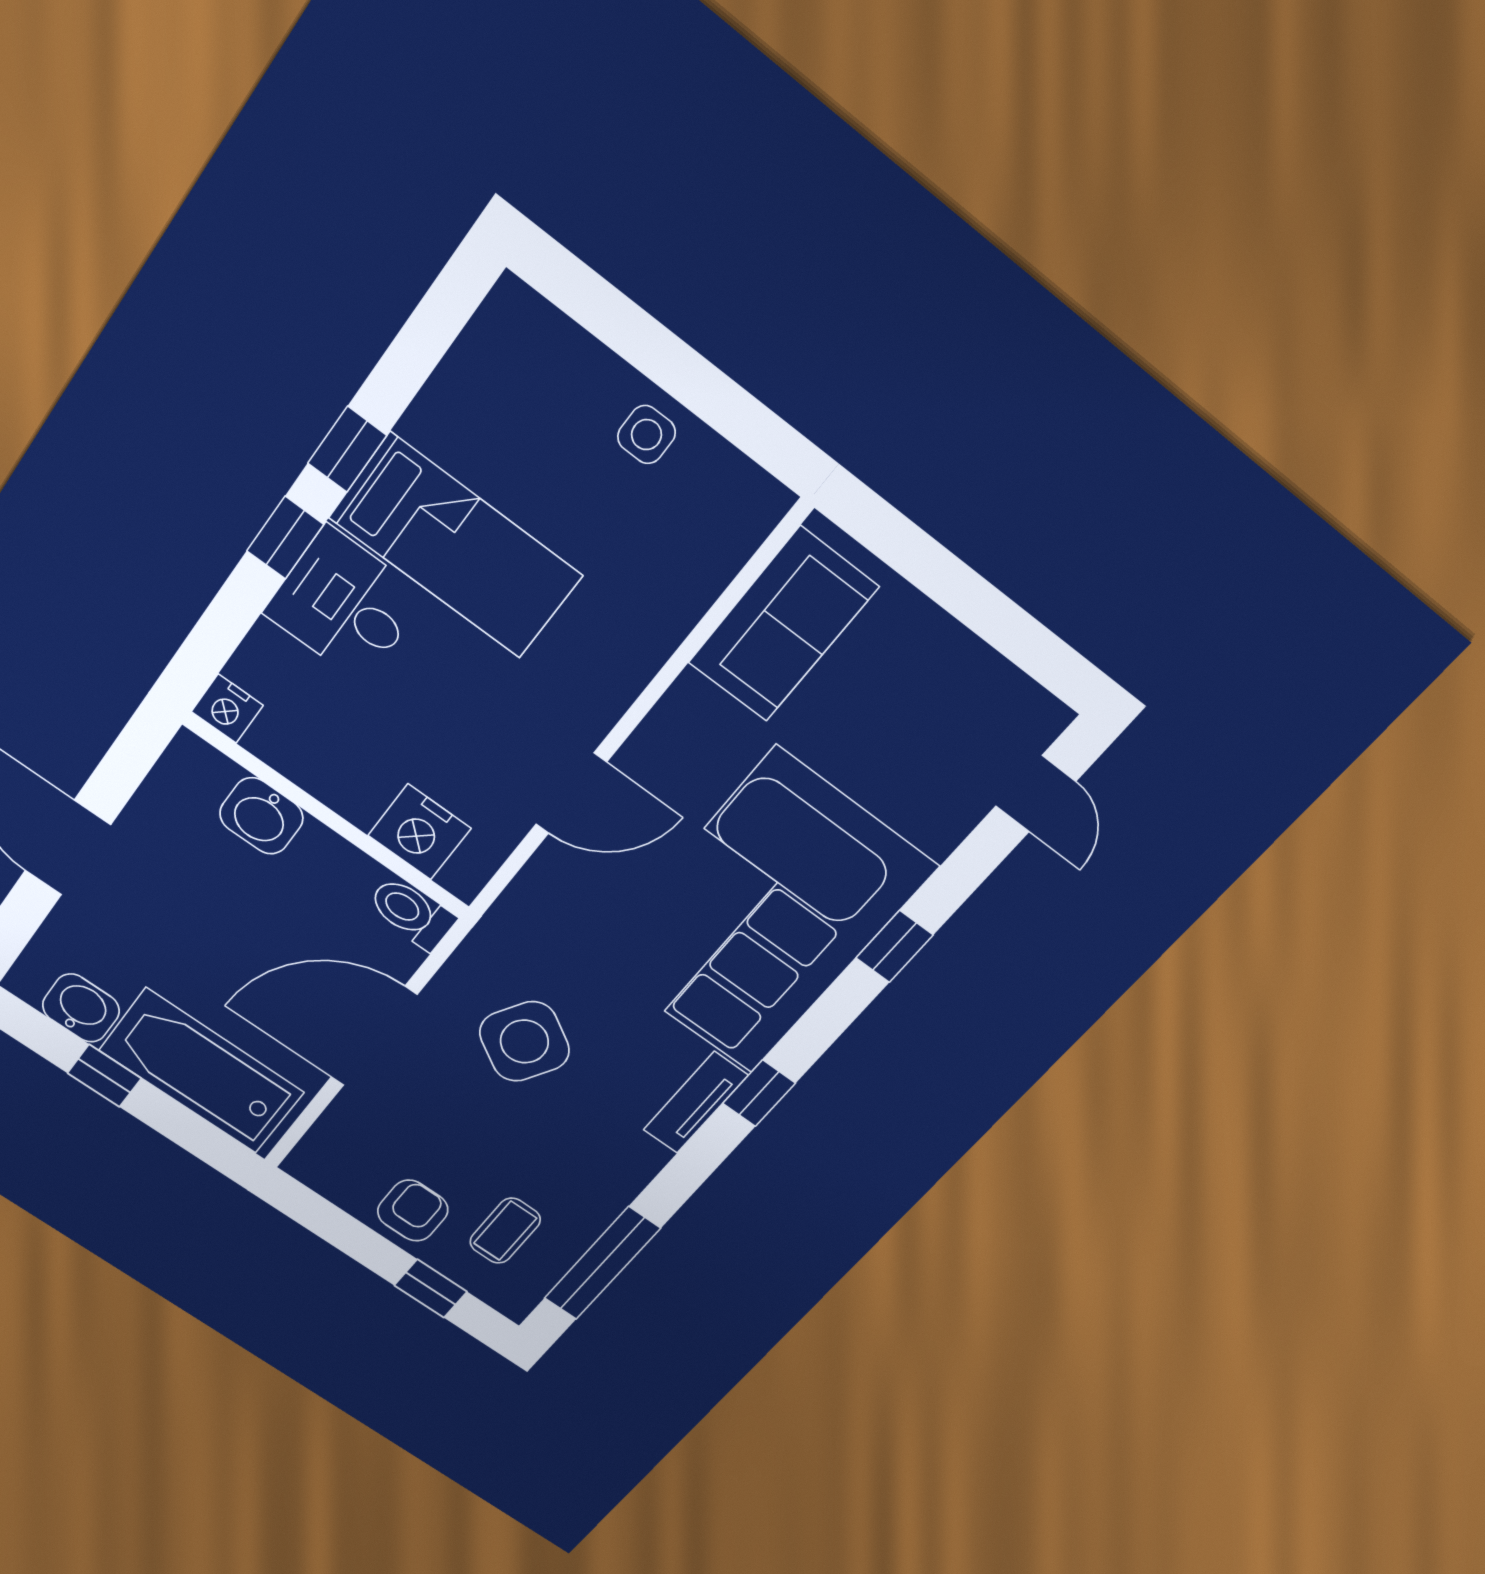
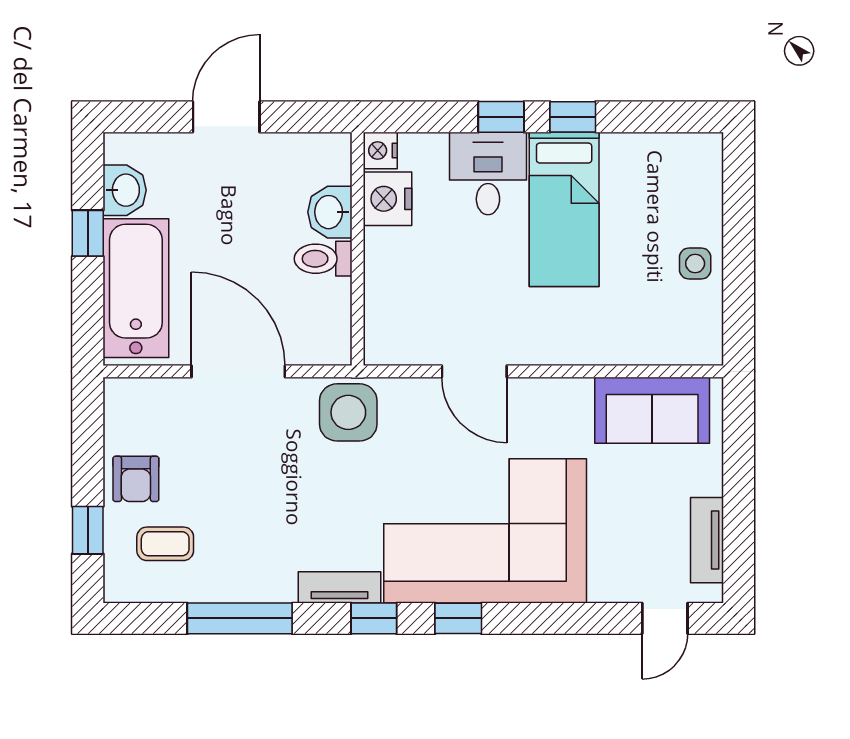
tv unit: (990, 677) -> (707, 540), added
nightstand: (419, 832) -> (388, 199), moved
toilet: (412, 913) -> (323, 259), moved, turned -90
window: (895, 946) -> (458, 618), moved
side table: (524, 1041) -> (348, 412), moved, turned -31
armchair: (413, 1211) -> (136, 479), turned 90
window: (602, 1263) -> (240, 618), moved

